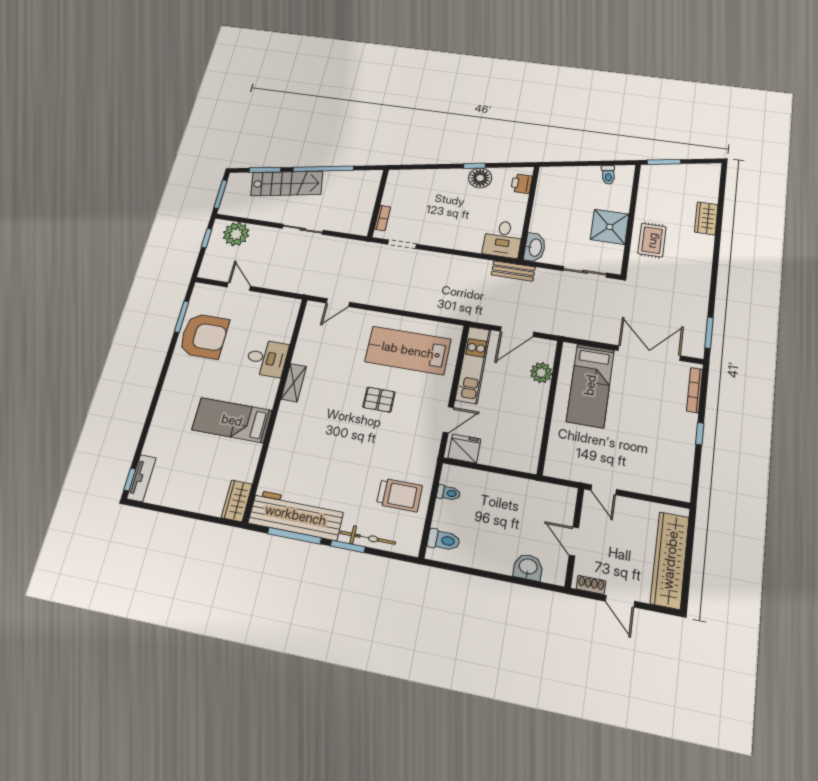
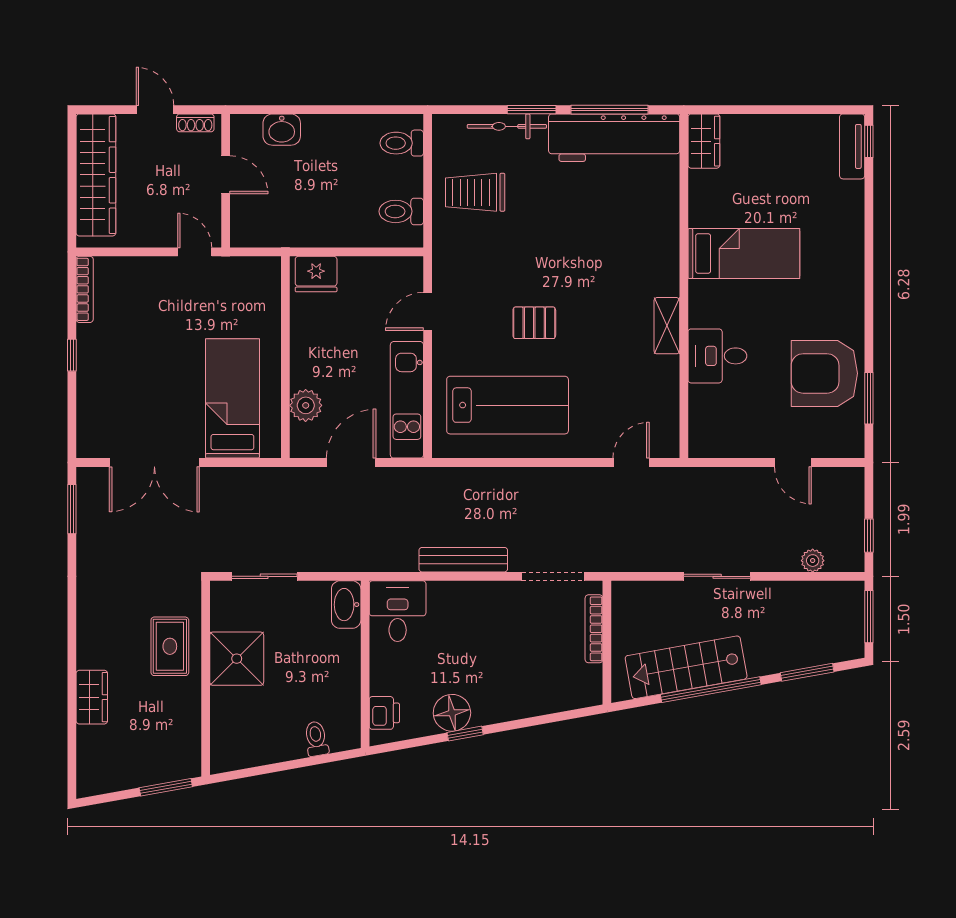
toilet: (608, 175) -> (316, 739), moved
stairs: (287, 183) -> (686, 667), moved
bookcase: (382, 218) -> (594, 629), width x1.56
plant: (236, 234) -> (813, 561), width x0.53, depth x0.53
doorway: (402, 244) -> (553, 576), width x1.38
bench: (513, 271) -> (463, 560), moved, width x1.36
bookcase: (695, 390) -> (85, 289), moved
fridge: (464, 449) -> (316, 274), moved
toilet: (448, 493) -> (401, 211), width x1.37, depth x1.39

